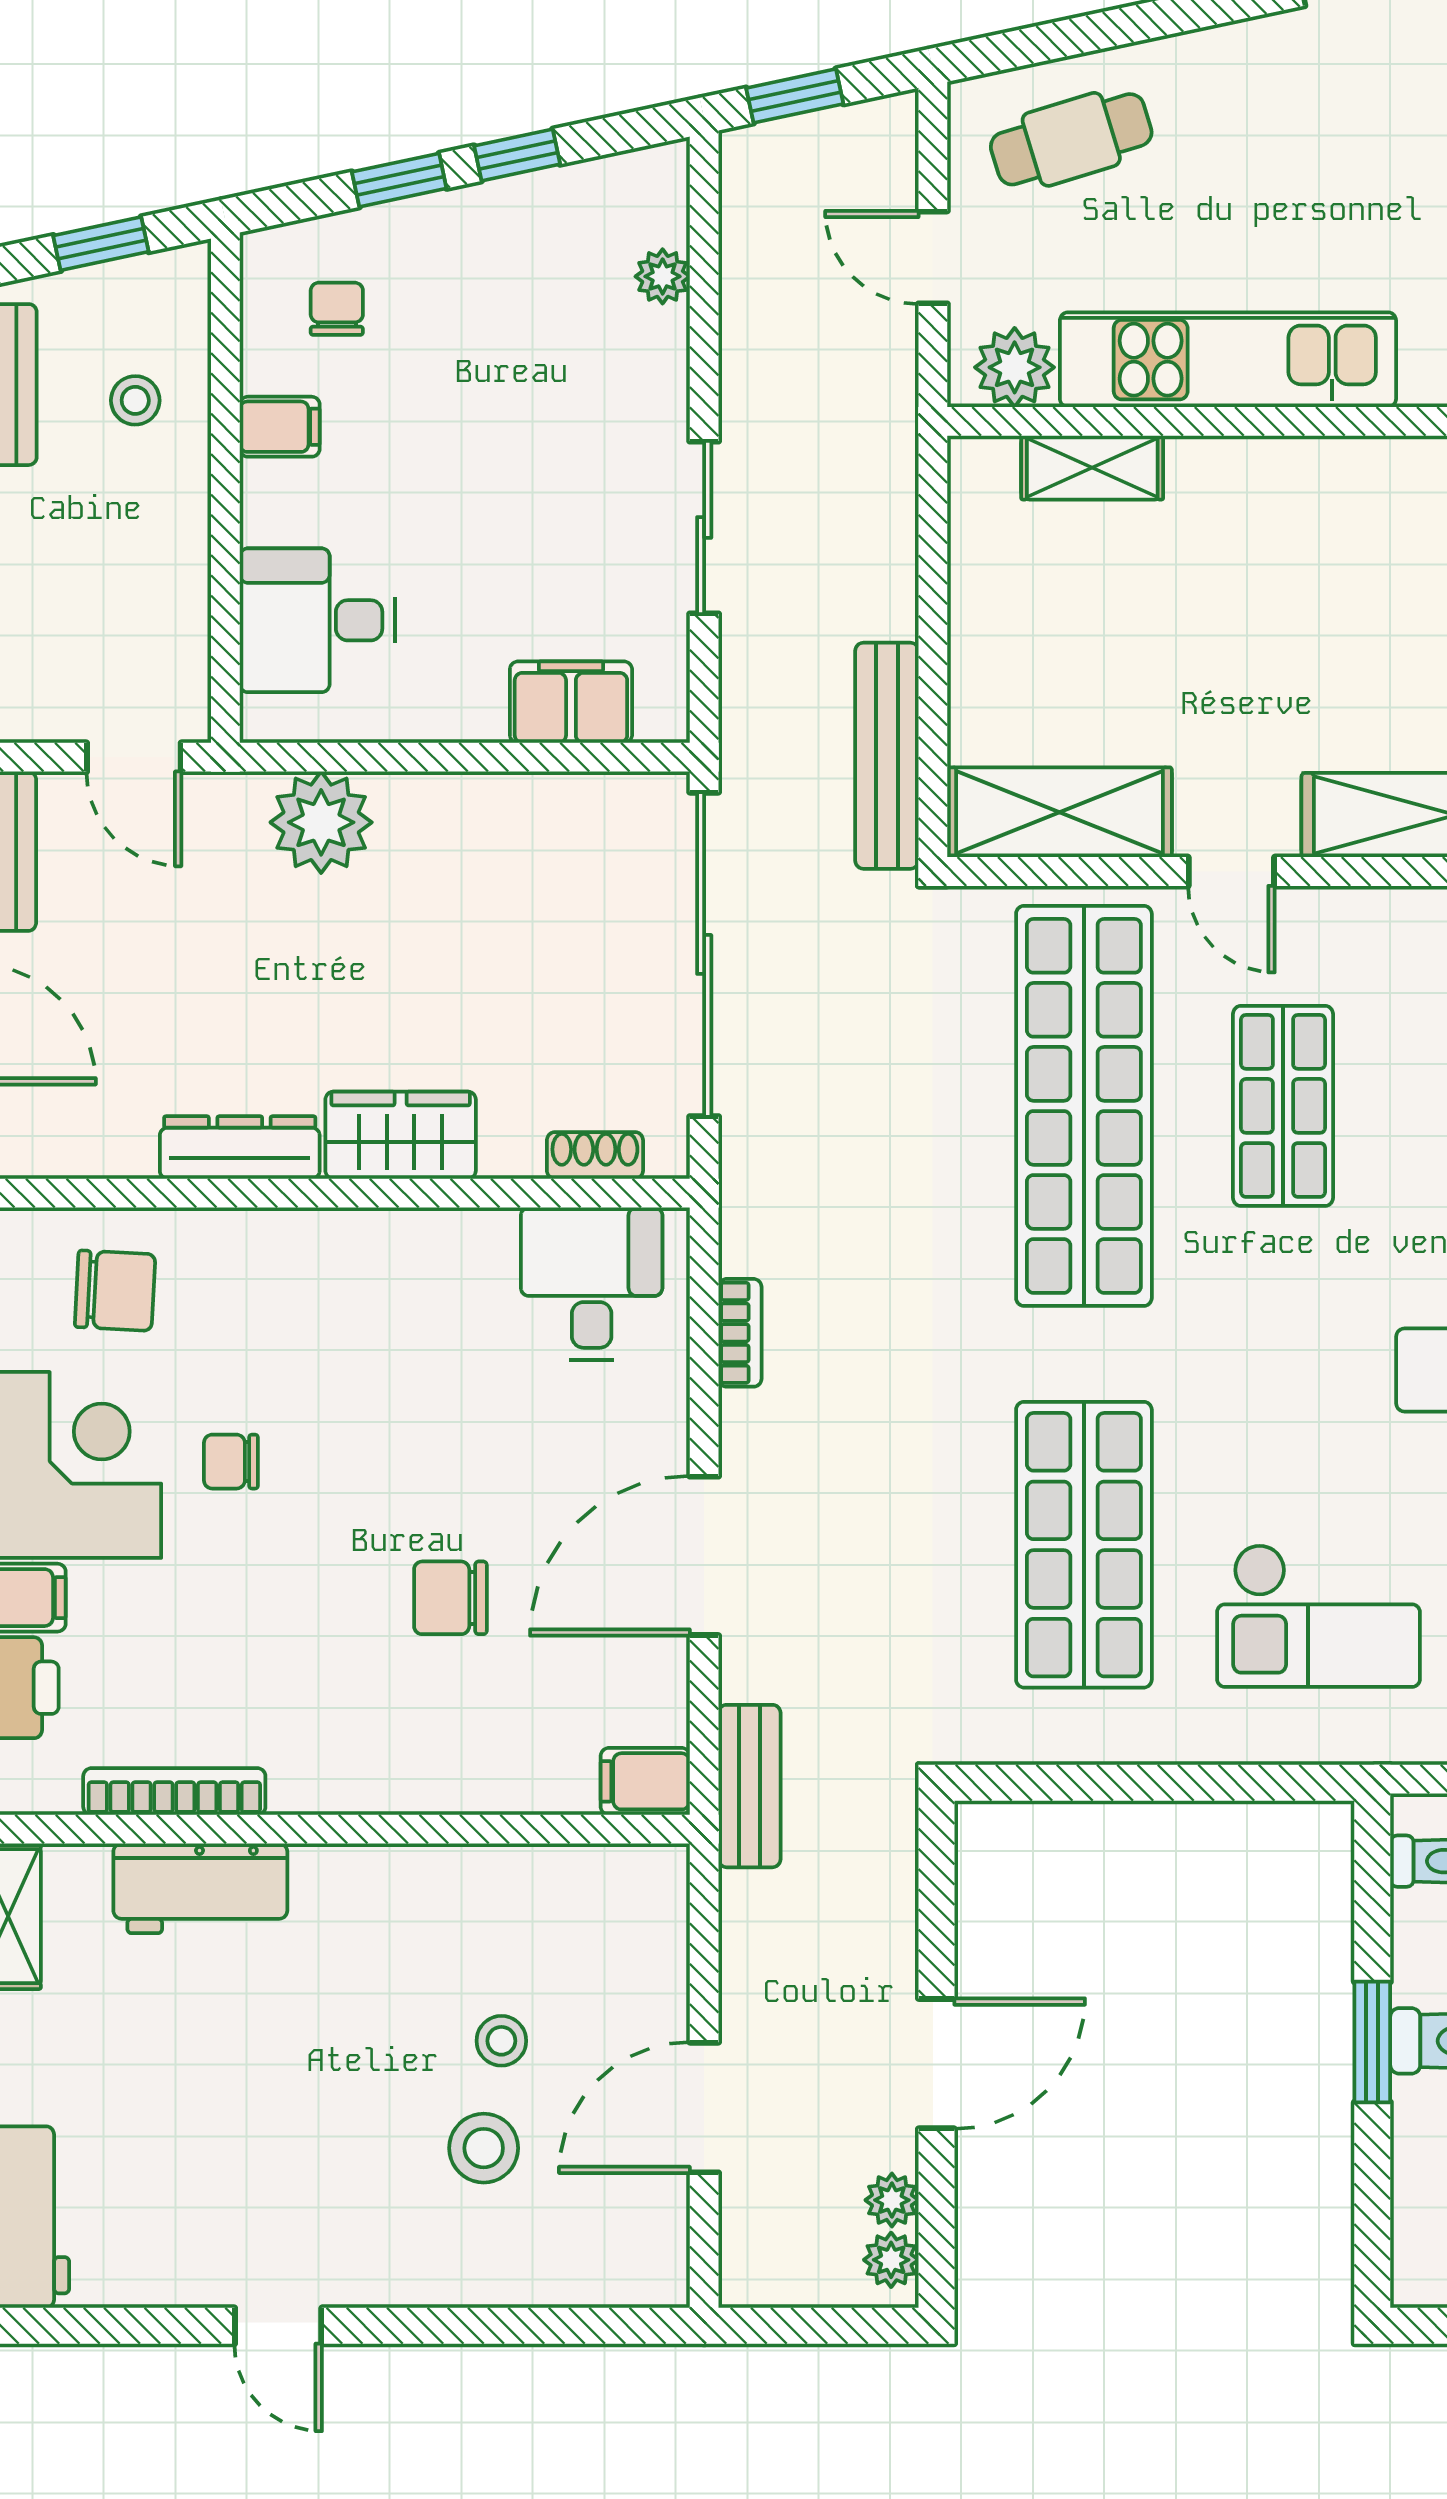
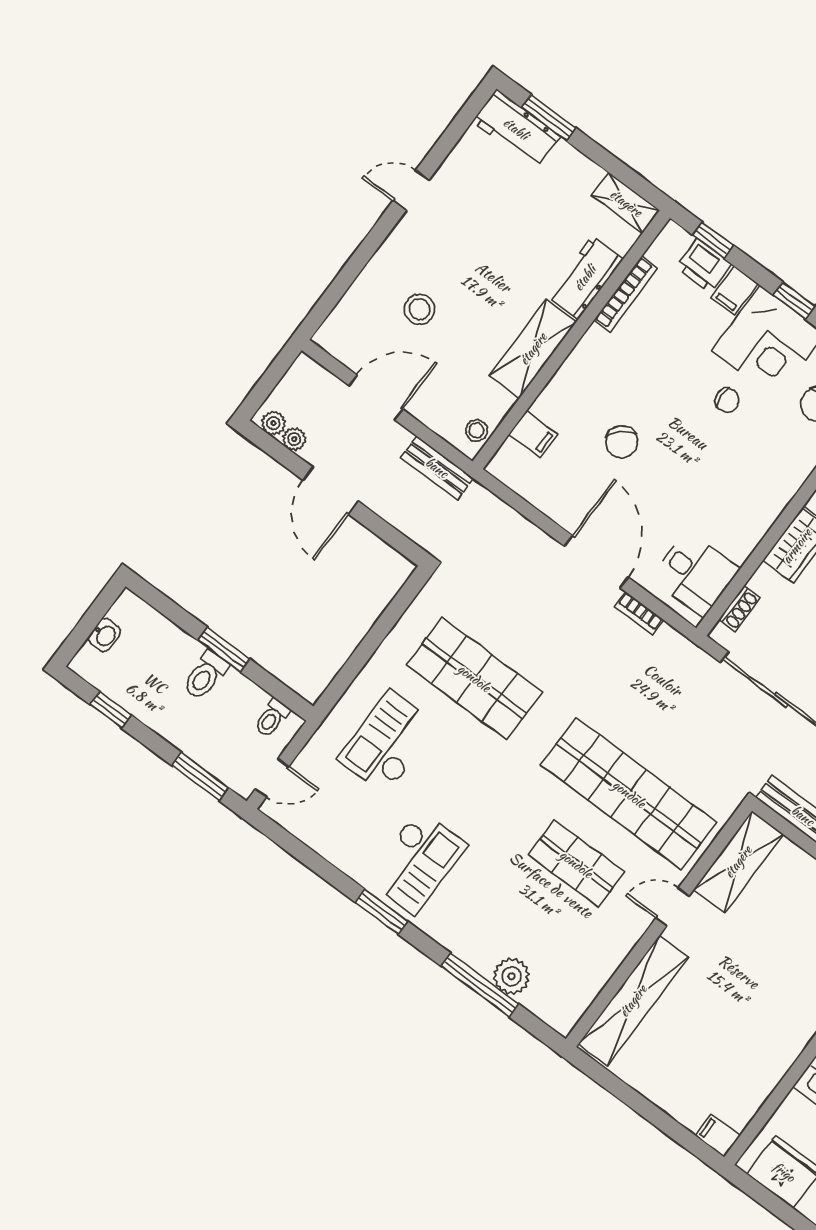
chair: (231, 1462) -> (727, 400), turned 90
door: (704, 1556) -> (596, 562), moved
chair: (450, 1598) -> (622, 442), turned 136
filing cabinet: (645, 1781) -> (533, 434), moved, turned 90
bench: (749, 1786) -> (437, 468), moved
shelving: (402, 1887) -> (533, 349), added
stool: (501, 2041) -> (477, 430), moved
door: (704, 2108) -> (376, 397), hinge flipped

